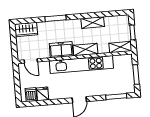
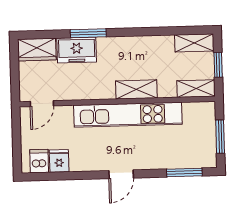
shelving: (93, 23) -> (194, 43), moved
freezer: (61, 50) -> (77, 50), moved, turned 180
door: (31, 61) -> (42, 104), hinge flipped

